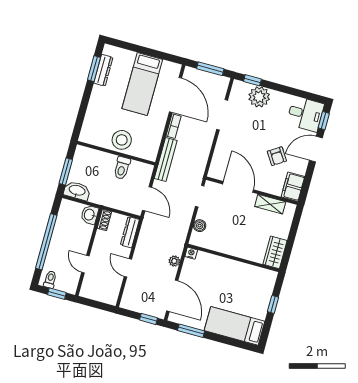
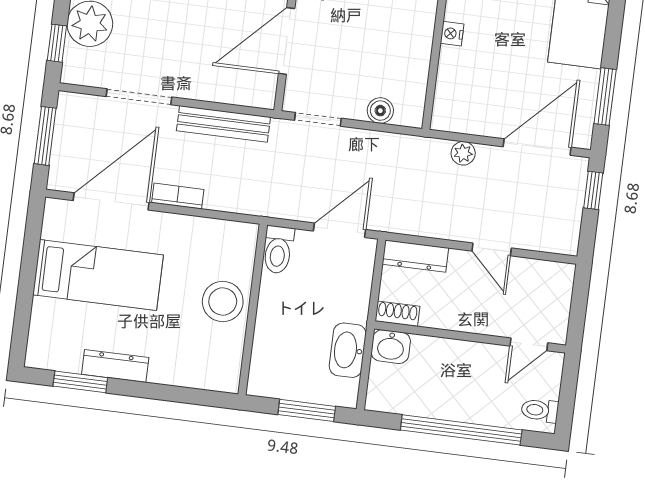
dresser: (103, 70) -> (115, 366), moved
bench: (166, 159) -> (223, 124), moved
toilet: (122, 168) -> (278, 250), moved, turned 90
washbasin: (77, 191) -> (348, 350), moved
nightstand: (191, 253) -> (452, 34), moved
door: (85, 264) -> (529, 344), moved
door: (128, 268) -> (492, 249), hinge flipped
window: (57, 294) -> (568, 392), removed

